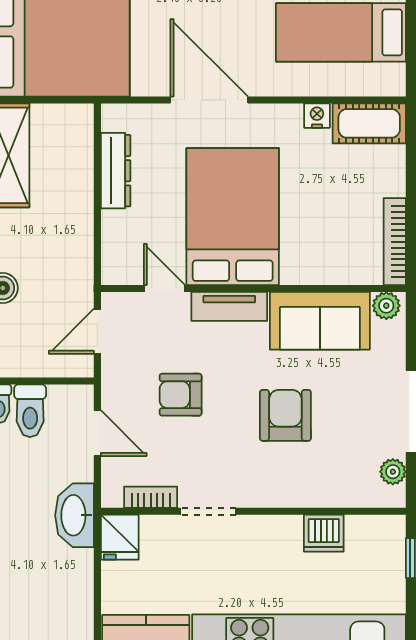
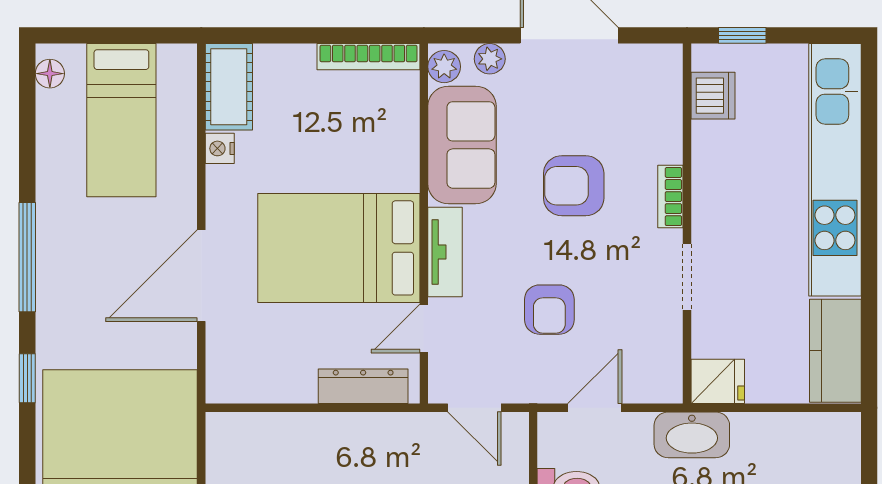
dresser: (116, 171) -> (363, 386), moved
plant: (393, 472) -> (490, 59), moved
bookcase: (151, 497) -> (670, 197), moved
dishwasher: (324, 533) -> (713, 96), moved

